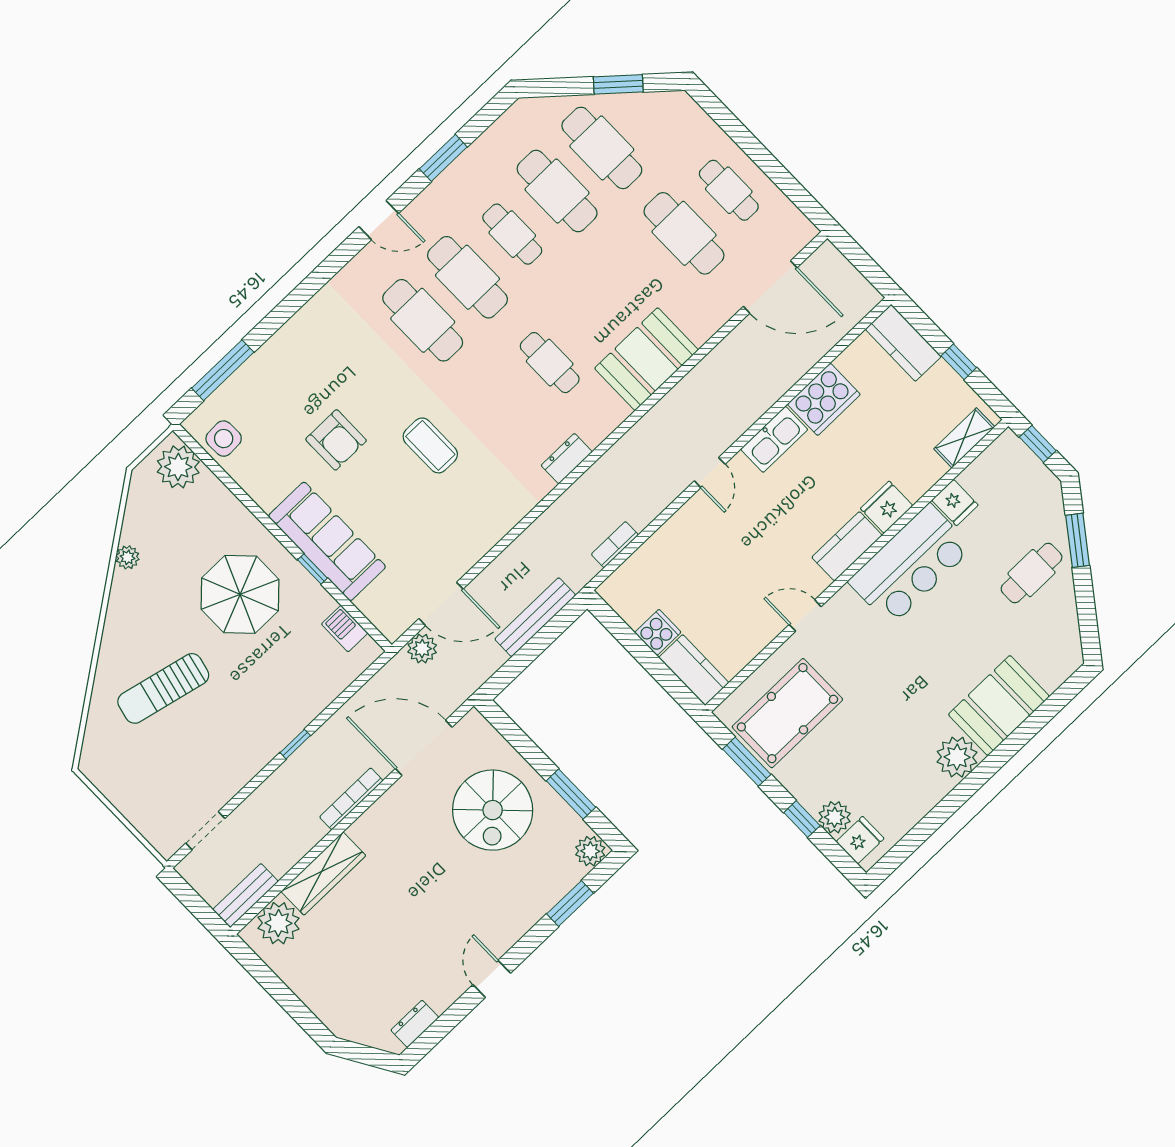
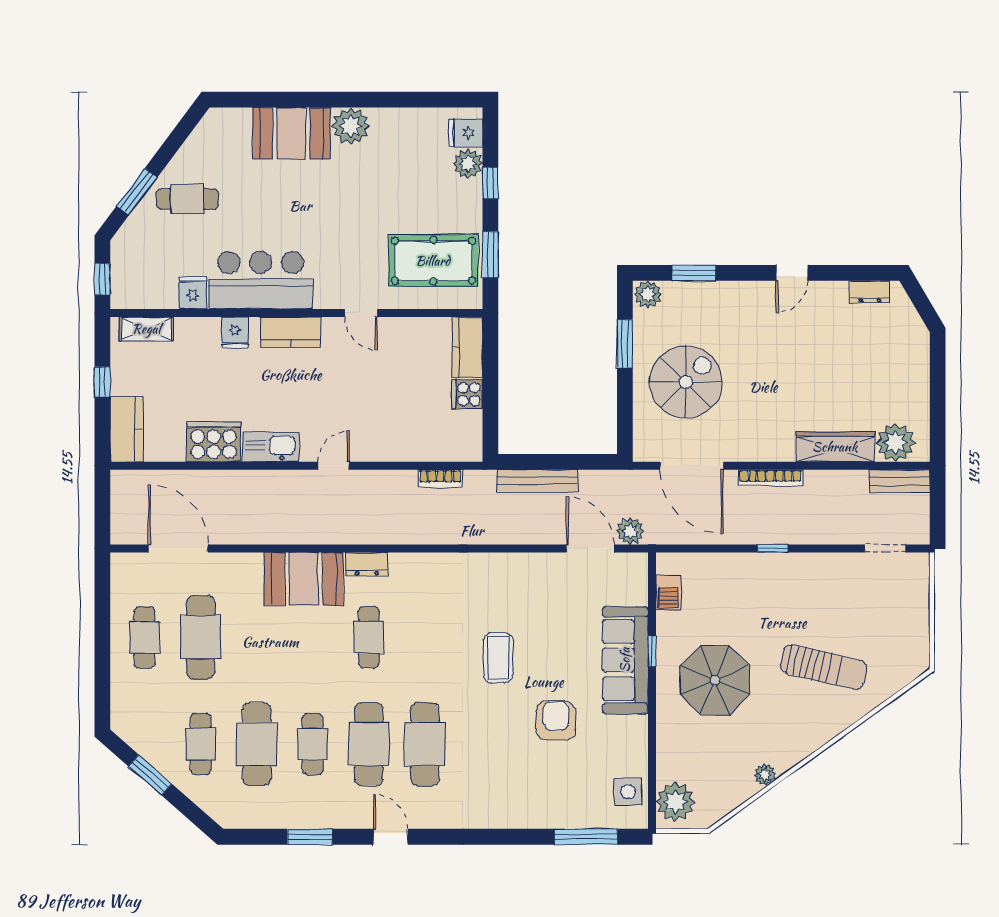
cafe table: (602, 148) -> (201, 744), width x0.73, depth x0.74
dresser: (567, 459) -> (367, 564), moved
fridge: (887, 507) -> (235, 333), width x0.72

